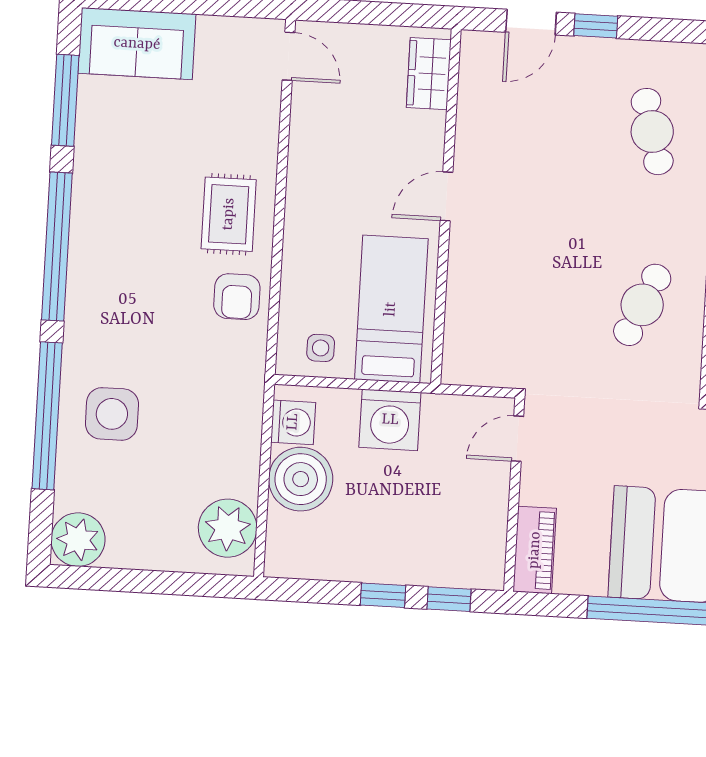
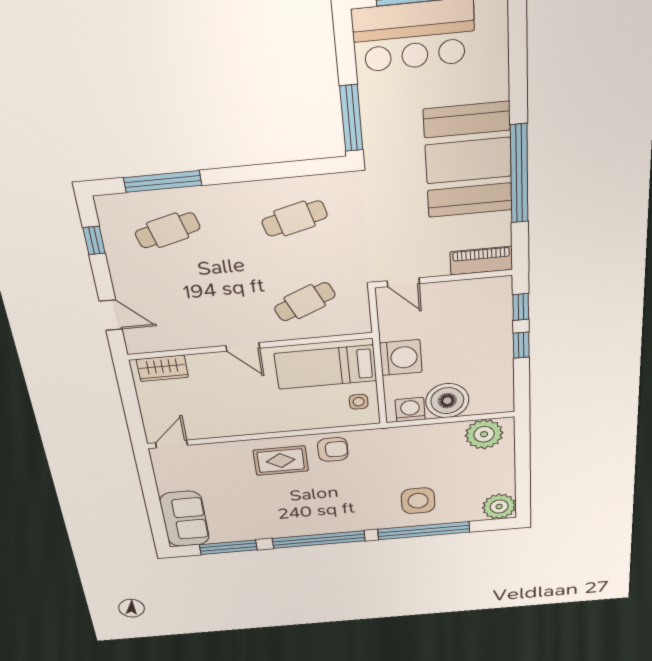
window: (596, 26) -> (94, 241), moved
cafe table: (508, 297) -> (305, 302), added
cafe table: (642, 305) -> (295, 219), turned -39

